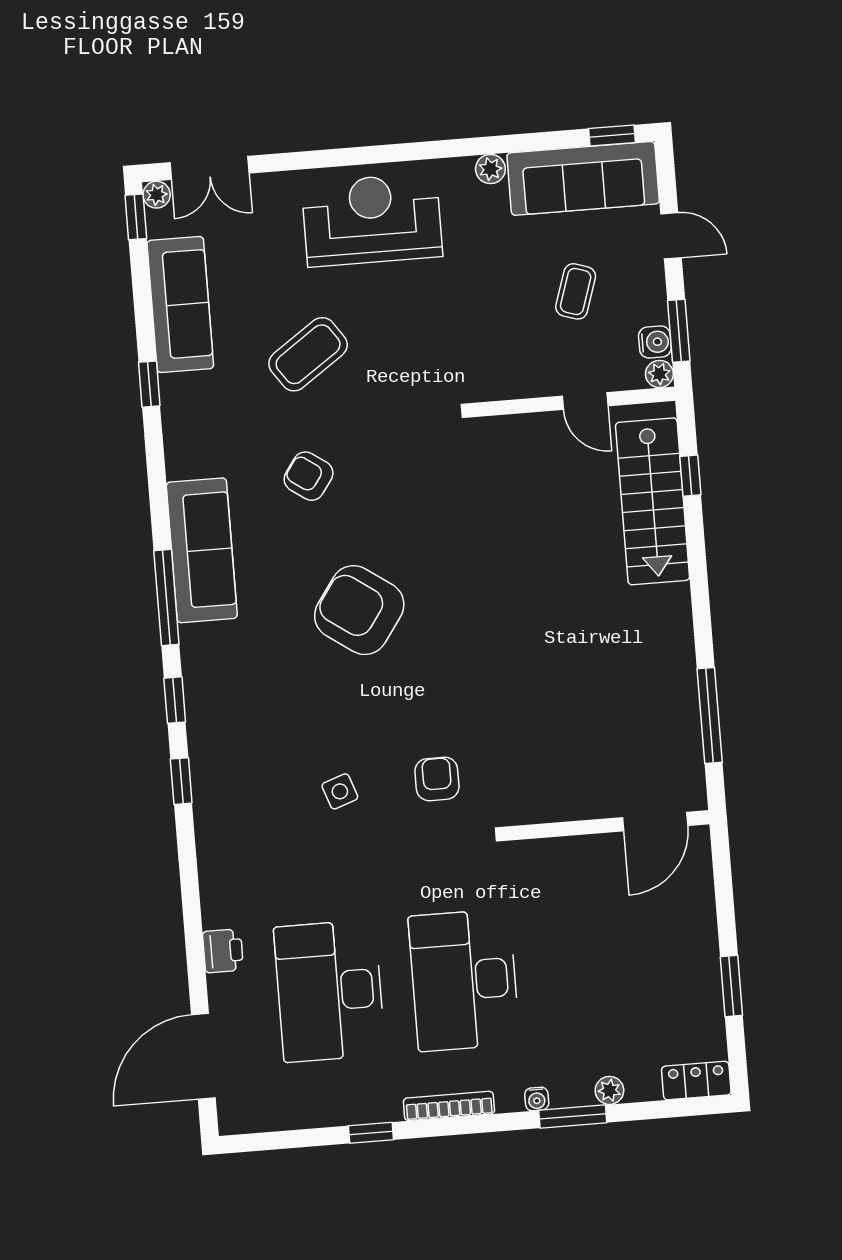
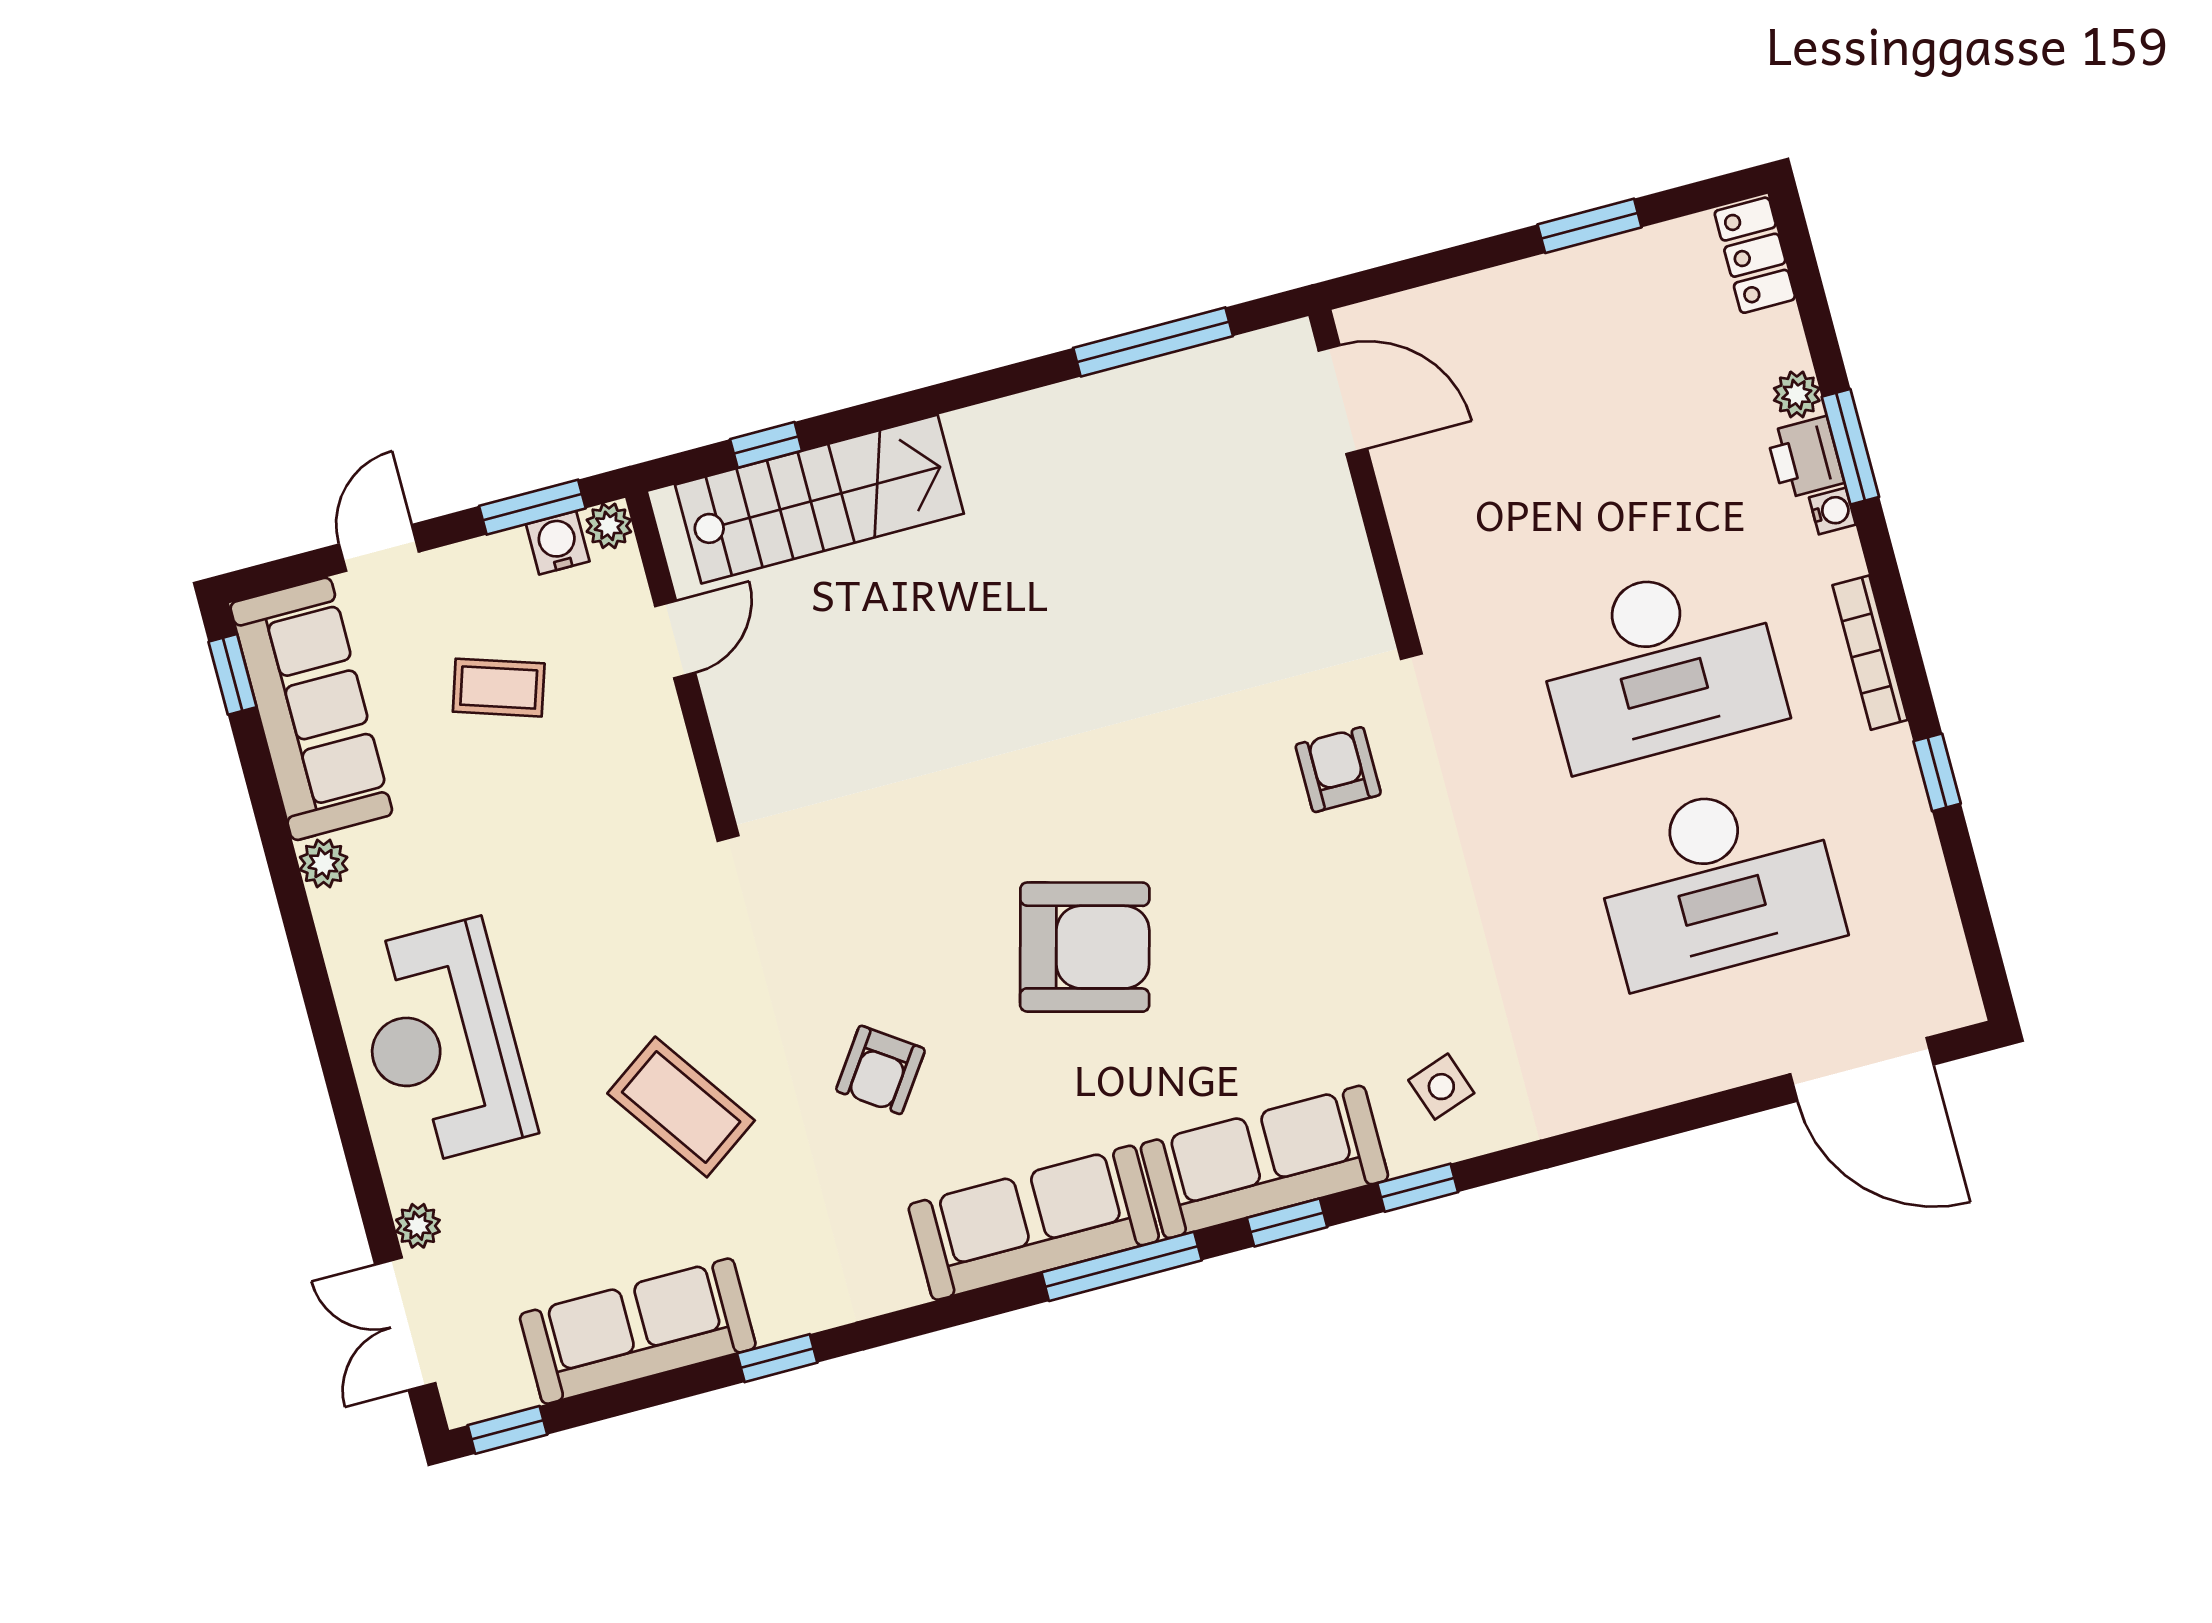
double door: (210, 168) -> (405, 1324), swing flipped
plant: (157, 195) -> (418, 1226), moved
armchair: (359, 610) -> (1085, 947), turned -110
sofa: (213, 693) -> (1264, 1162), added
armchair: (437, 779) -> (1338, 770), turned 90
side table: (340, 791) -> (1441, 1087), moved
printer: (223, 951) -> (1805, 457), moved, turned -90

